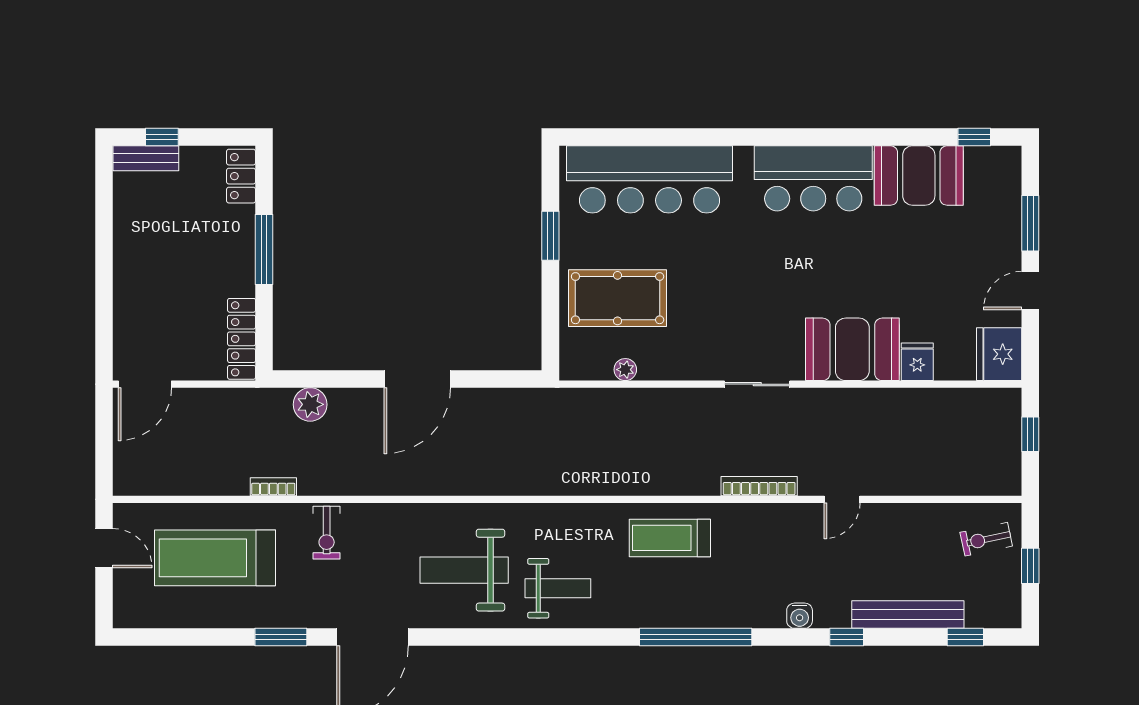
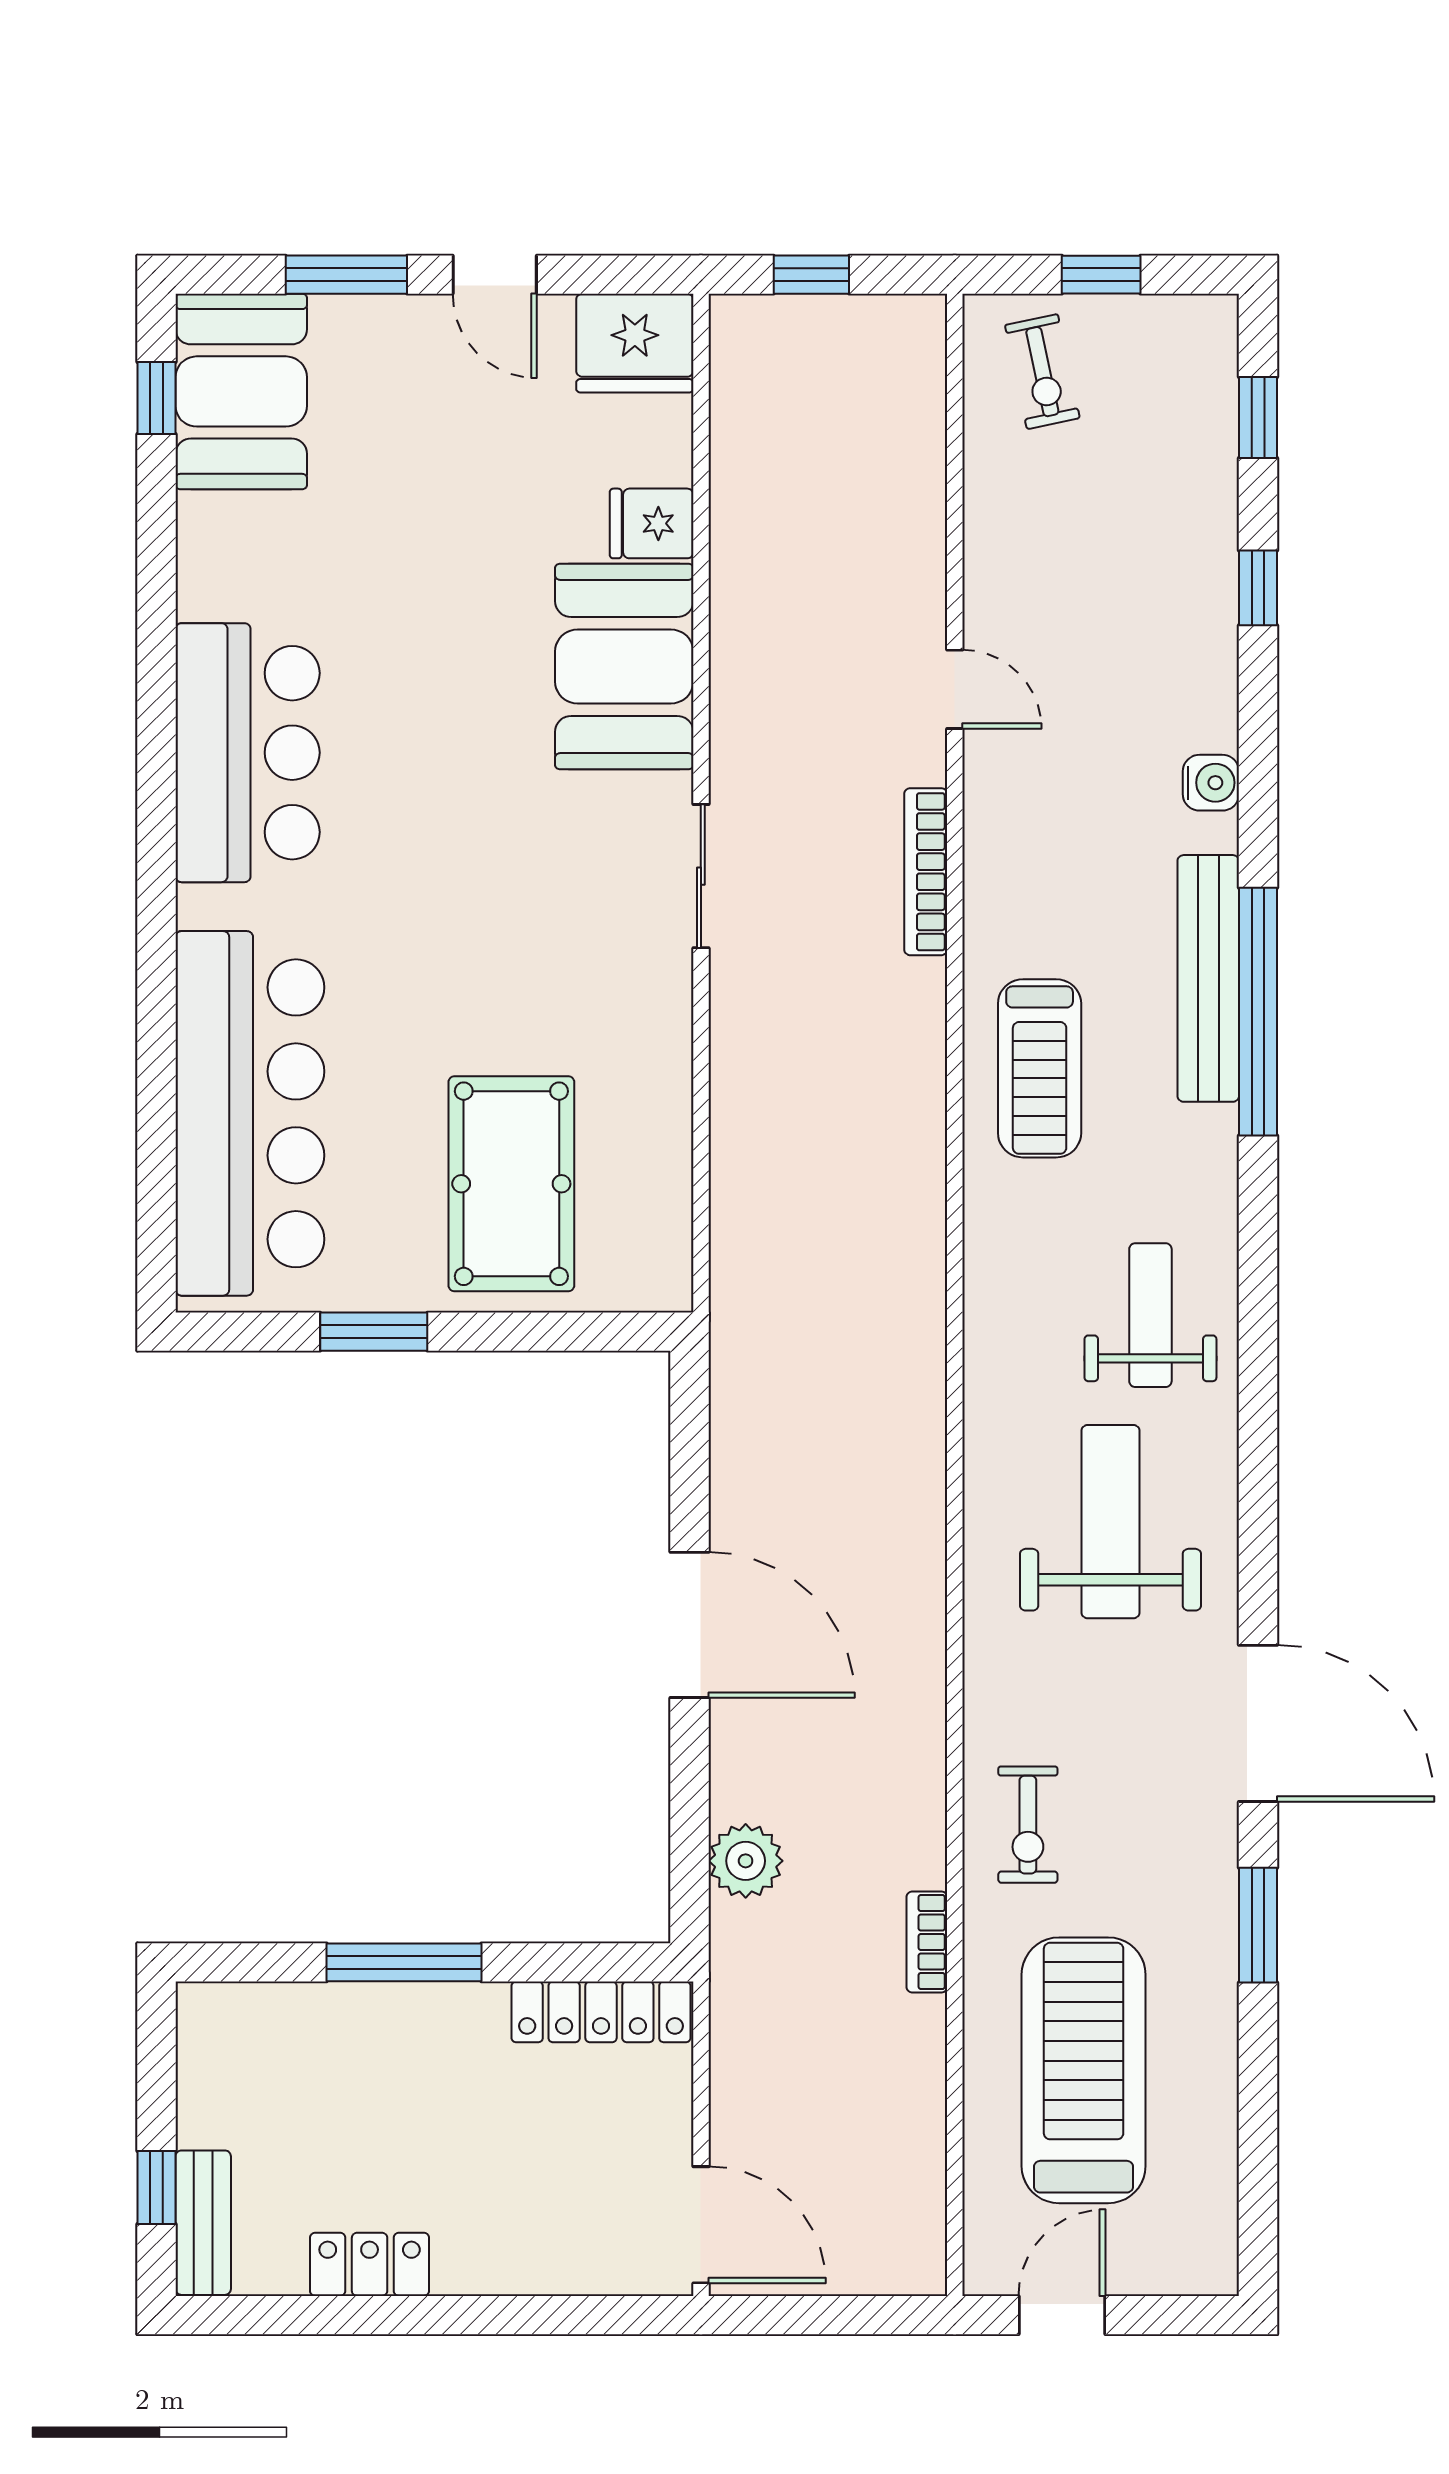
locker: (241, 176) -> (370, 2264), moved, turned 180
booth: (919, 176) -> (241, 391), moved
plant: (625, 370) -> (669, 1167), removed
exercise bike: (327, 533) -> (1028, 1825), turned 90
treadmill: (215, 558) -> (1084, 2070), turned 180
weight bench: (464, 570) -> (1110, 1522), turned 180
bench: (908, 614) -> (1208, 978), moved
window: (847, 637) -> (1258, 588), moved

